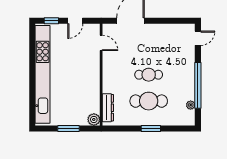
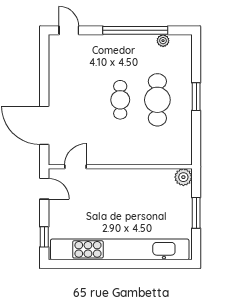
door: (75, 21) -> (44, 189), moved
dresser: (108, 108) -> (167, 157), removed

